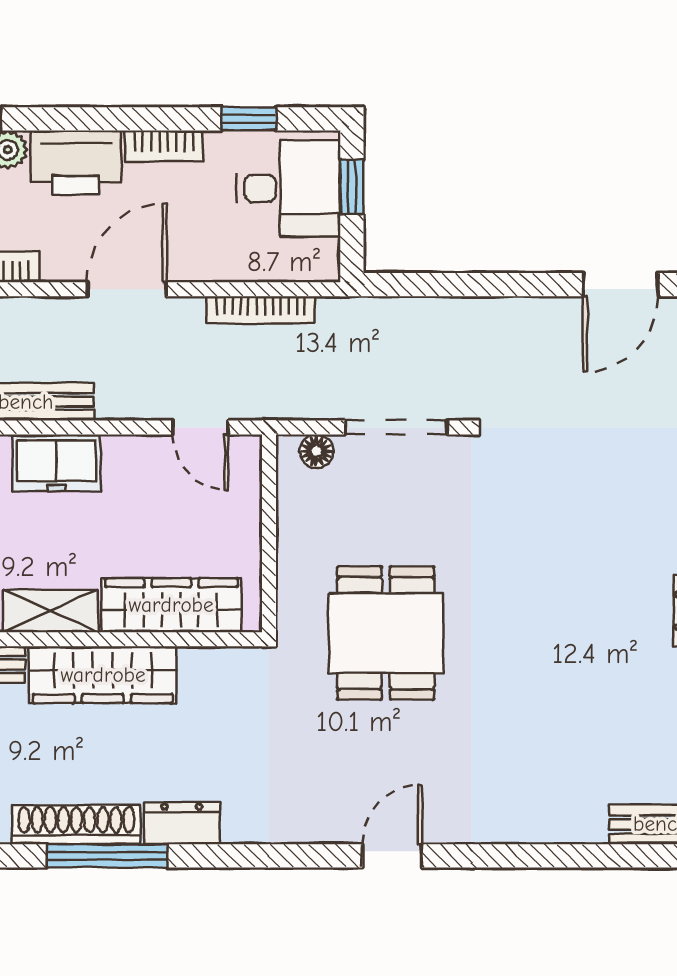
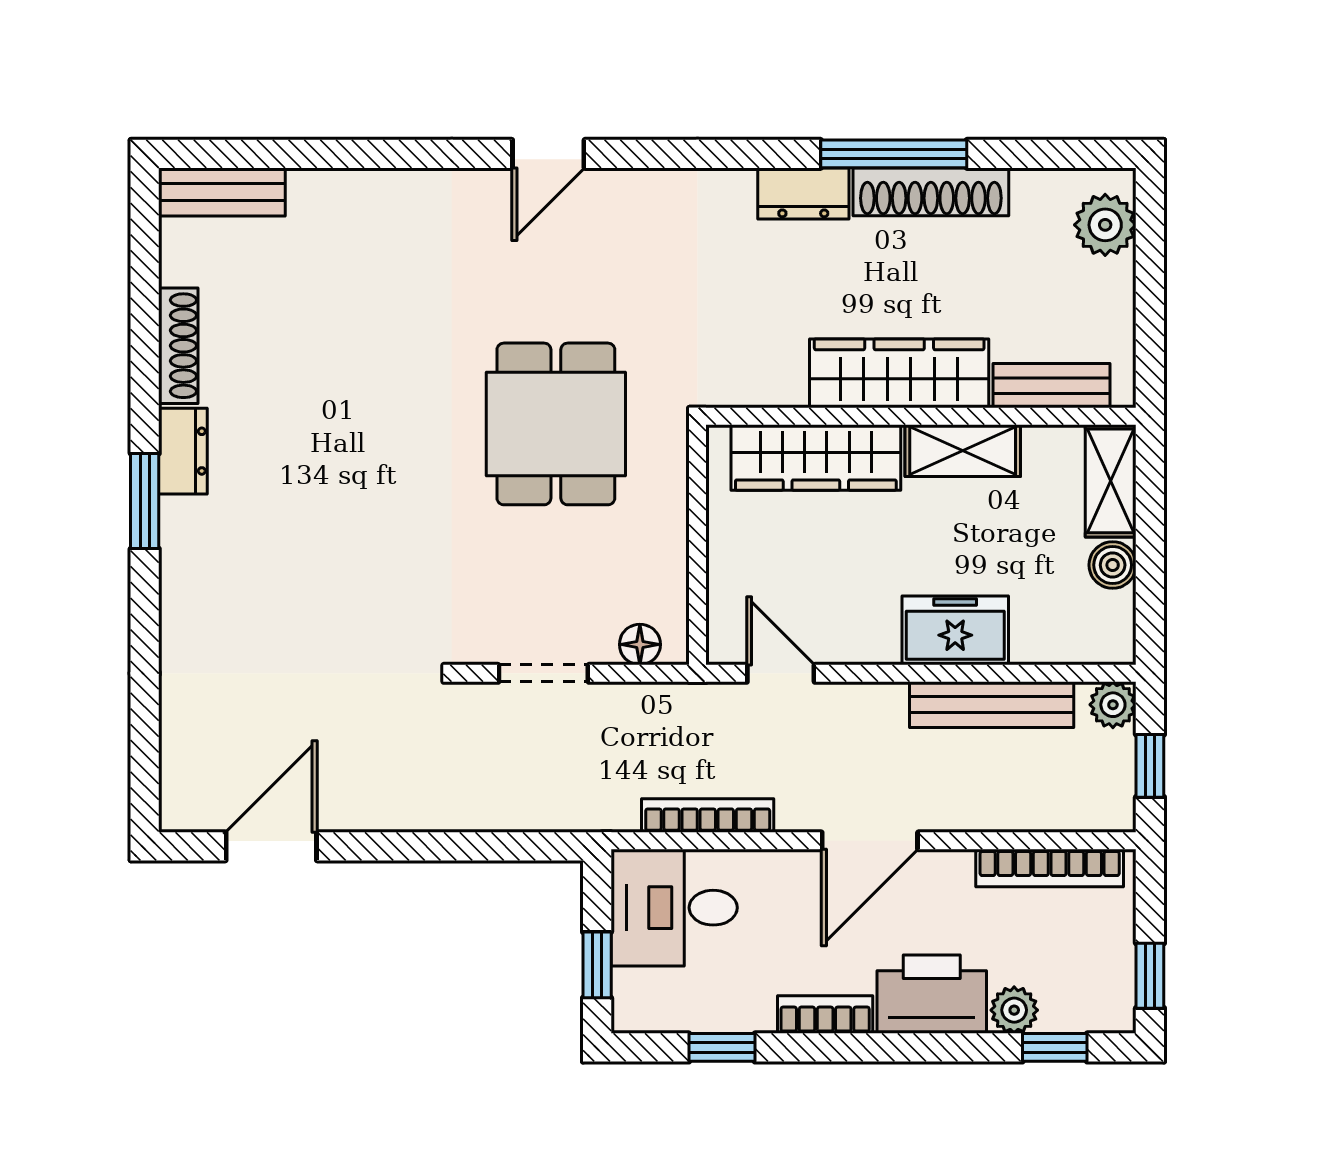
desk: (288, 188) -> (674, 908), moved
doorway: (396, 427) -> (543, 673), width x0.73

